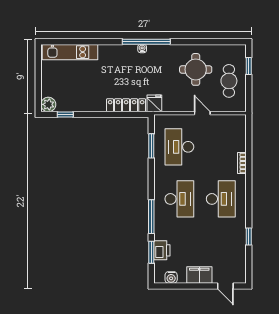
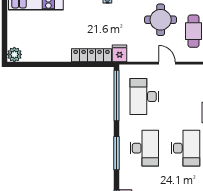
window: (65, 114) -> (31, 64), removed
window: (151, 146) -> (117, 96), width x2.11
window: (151, 217) -> (117, 153), moved

